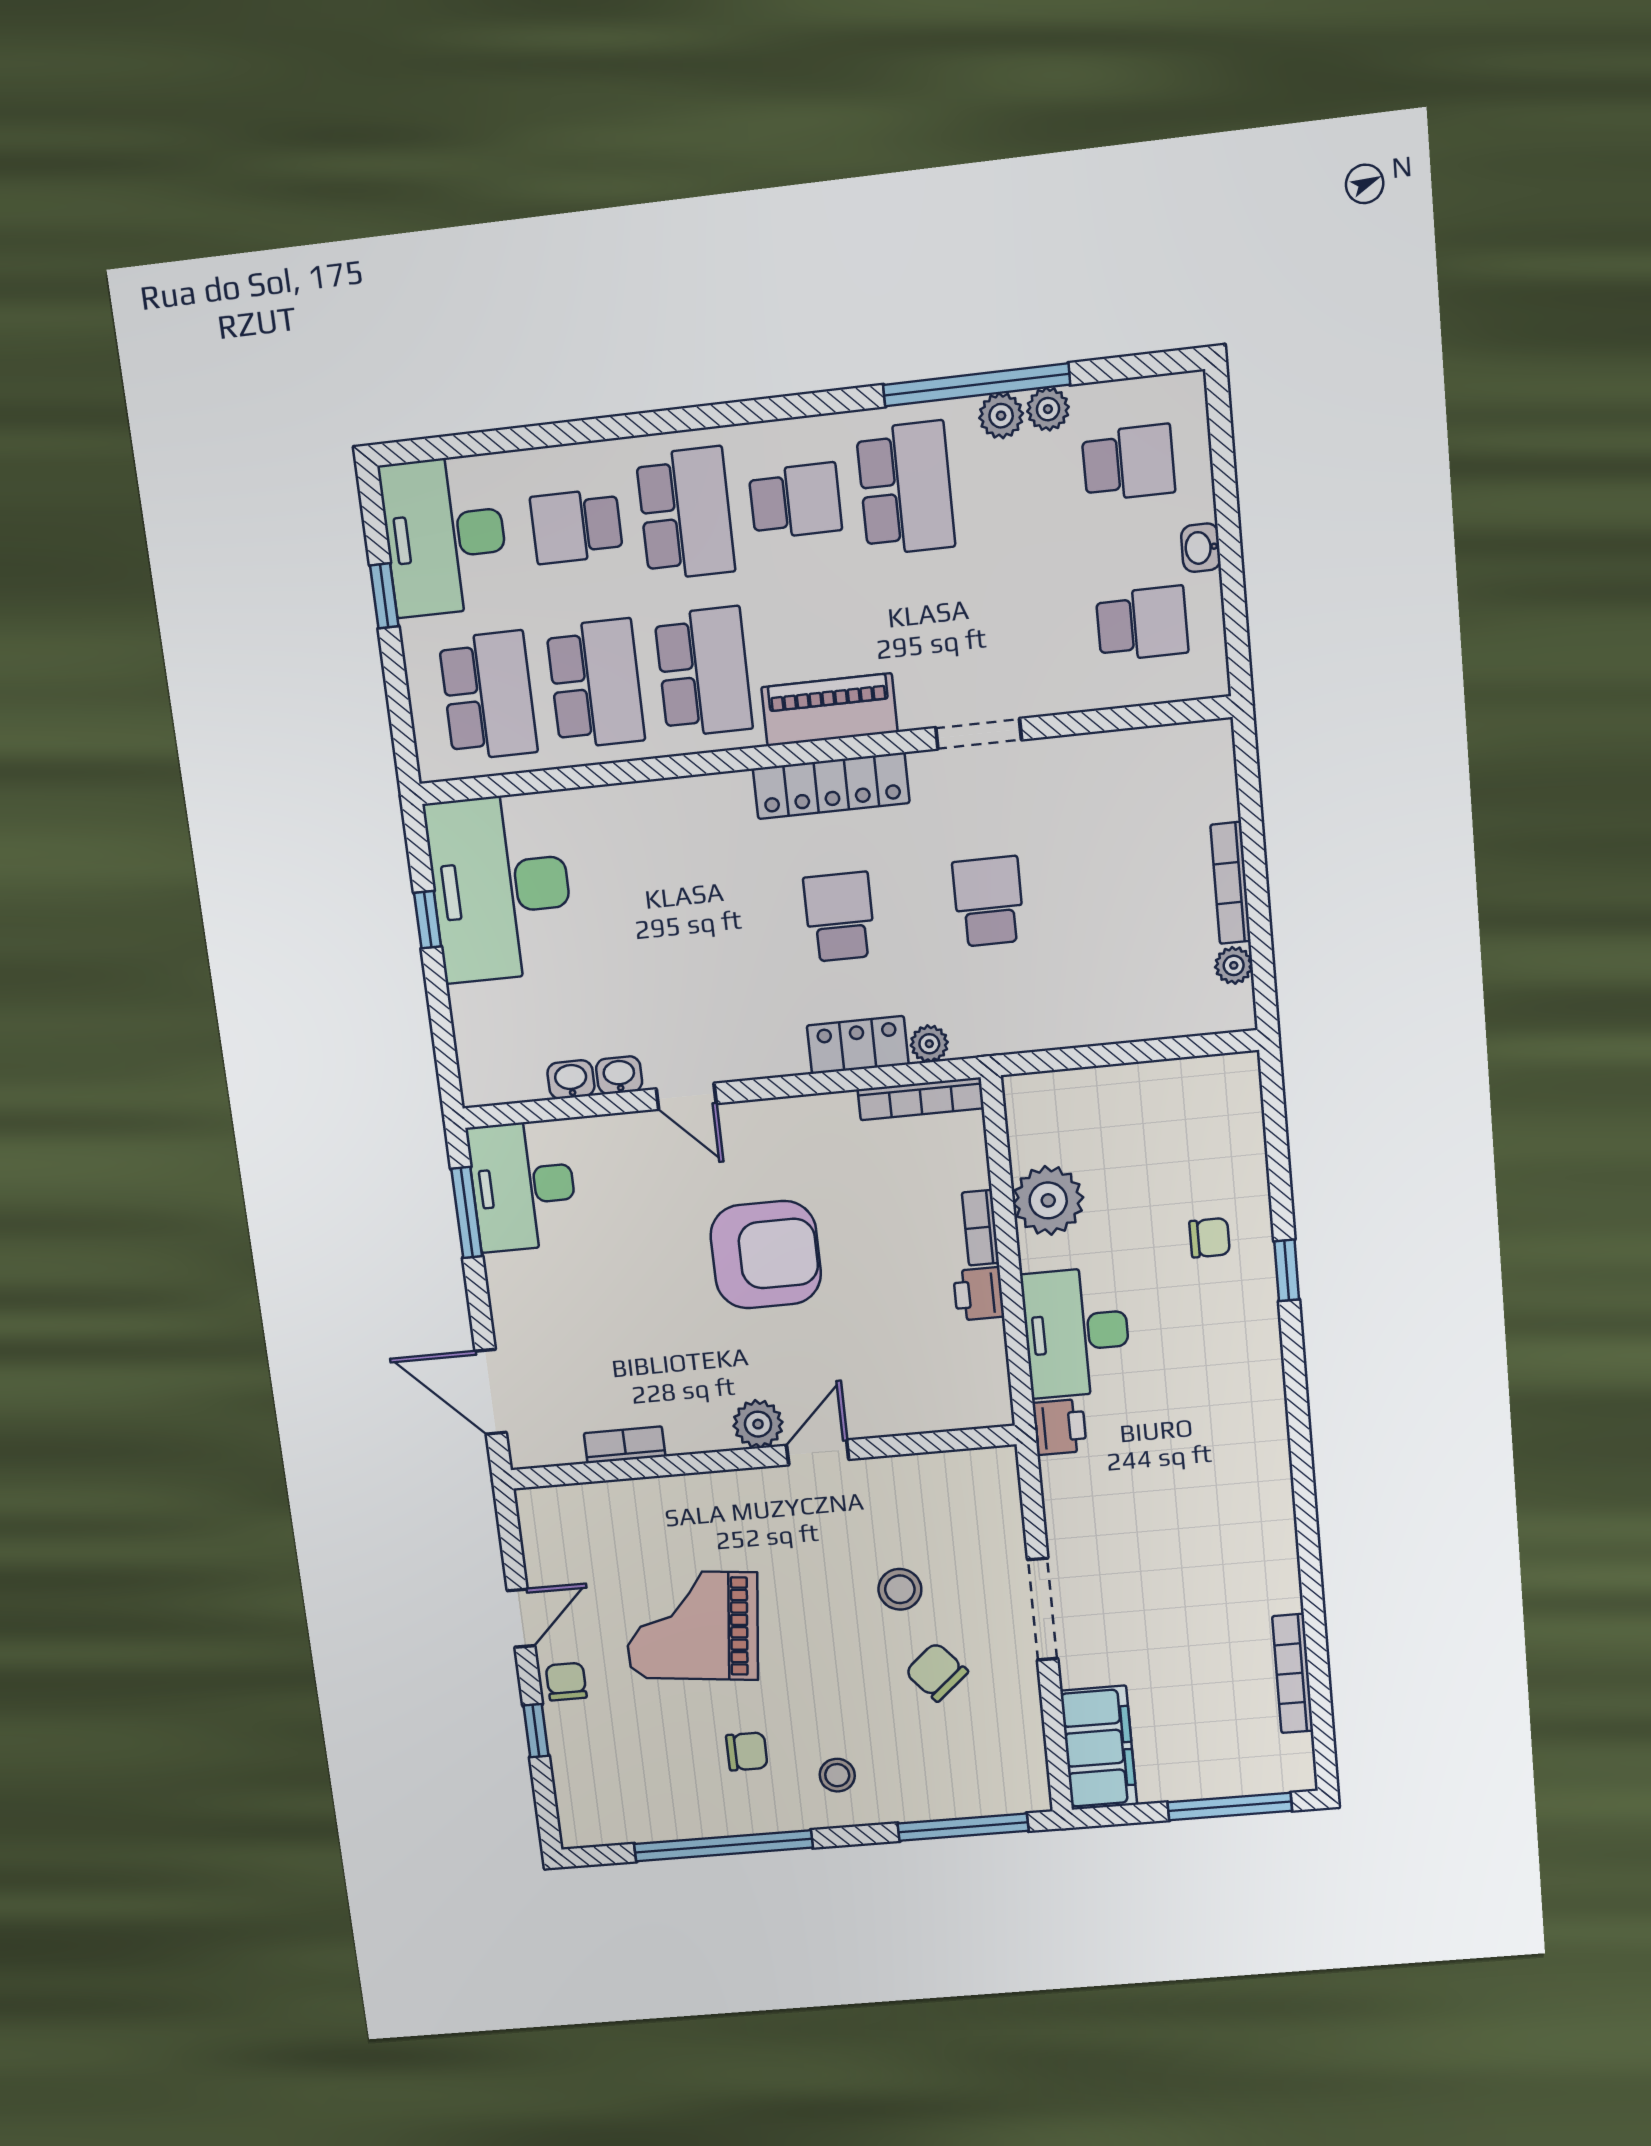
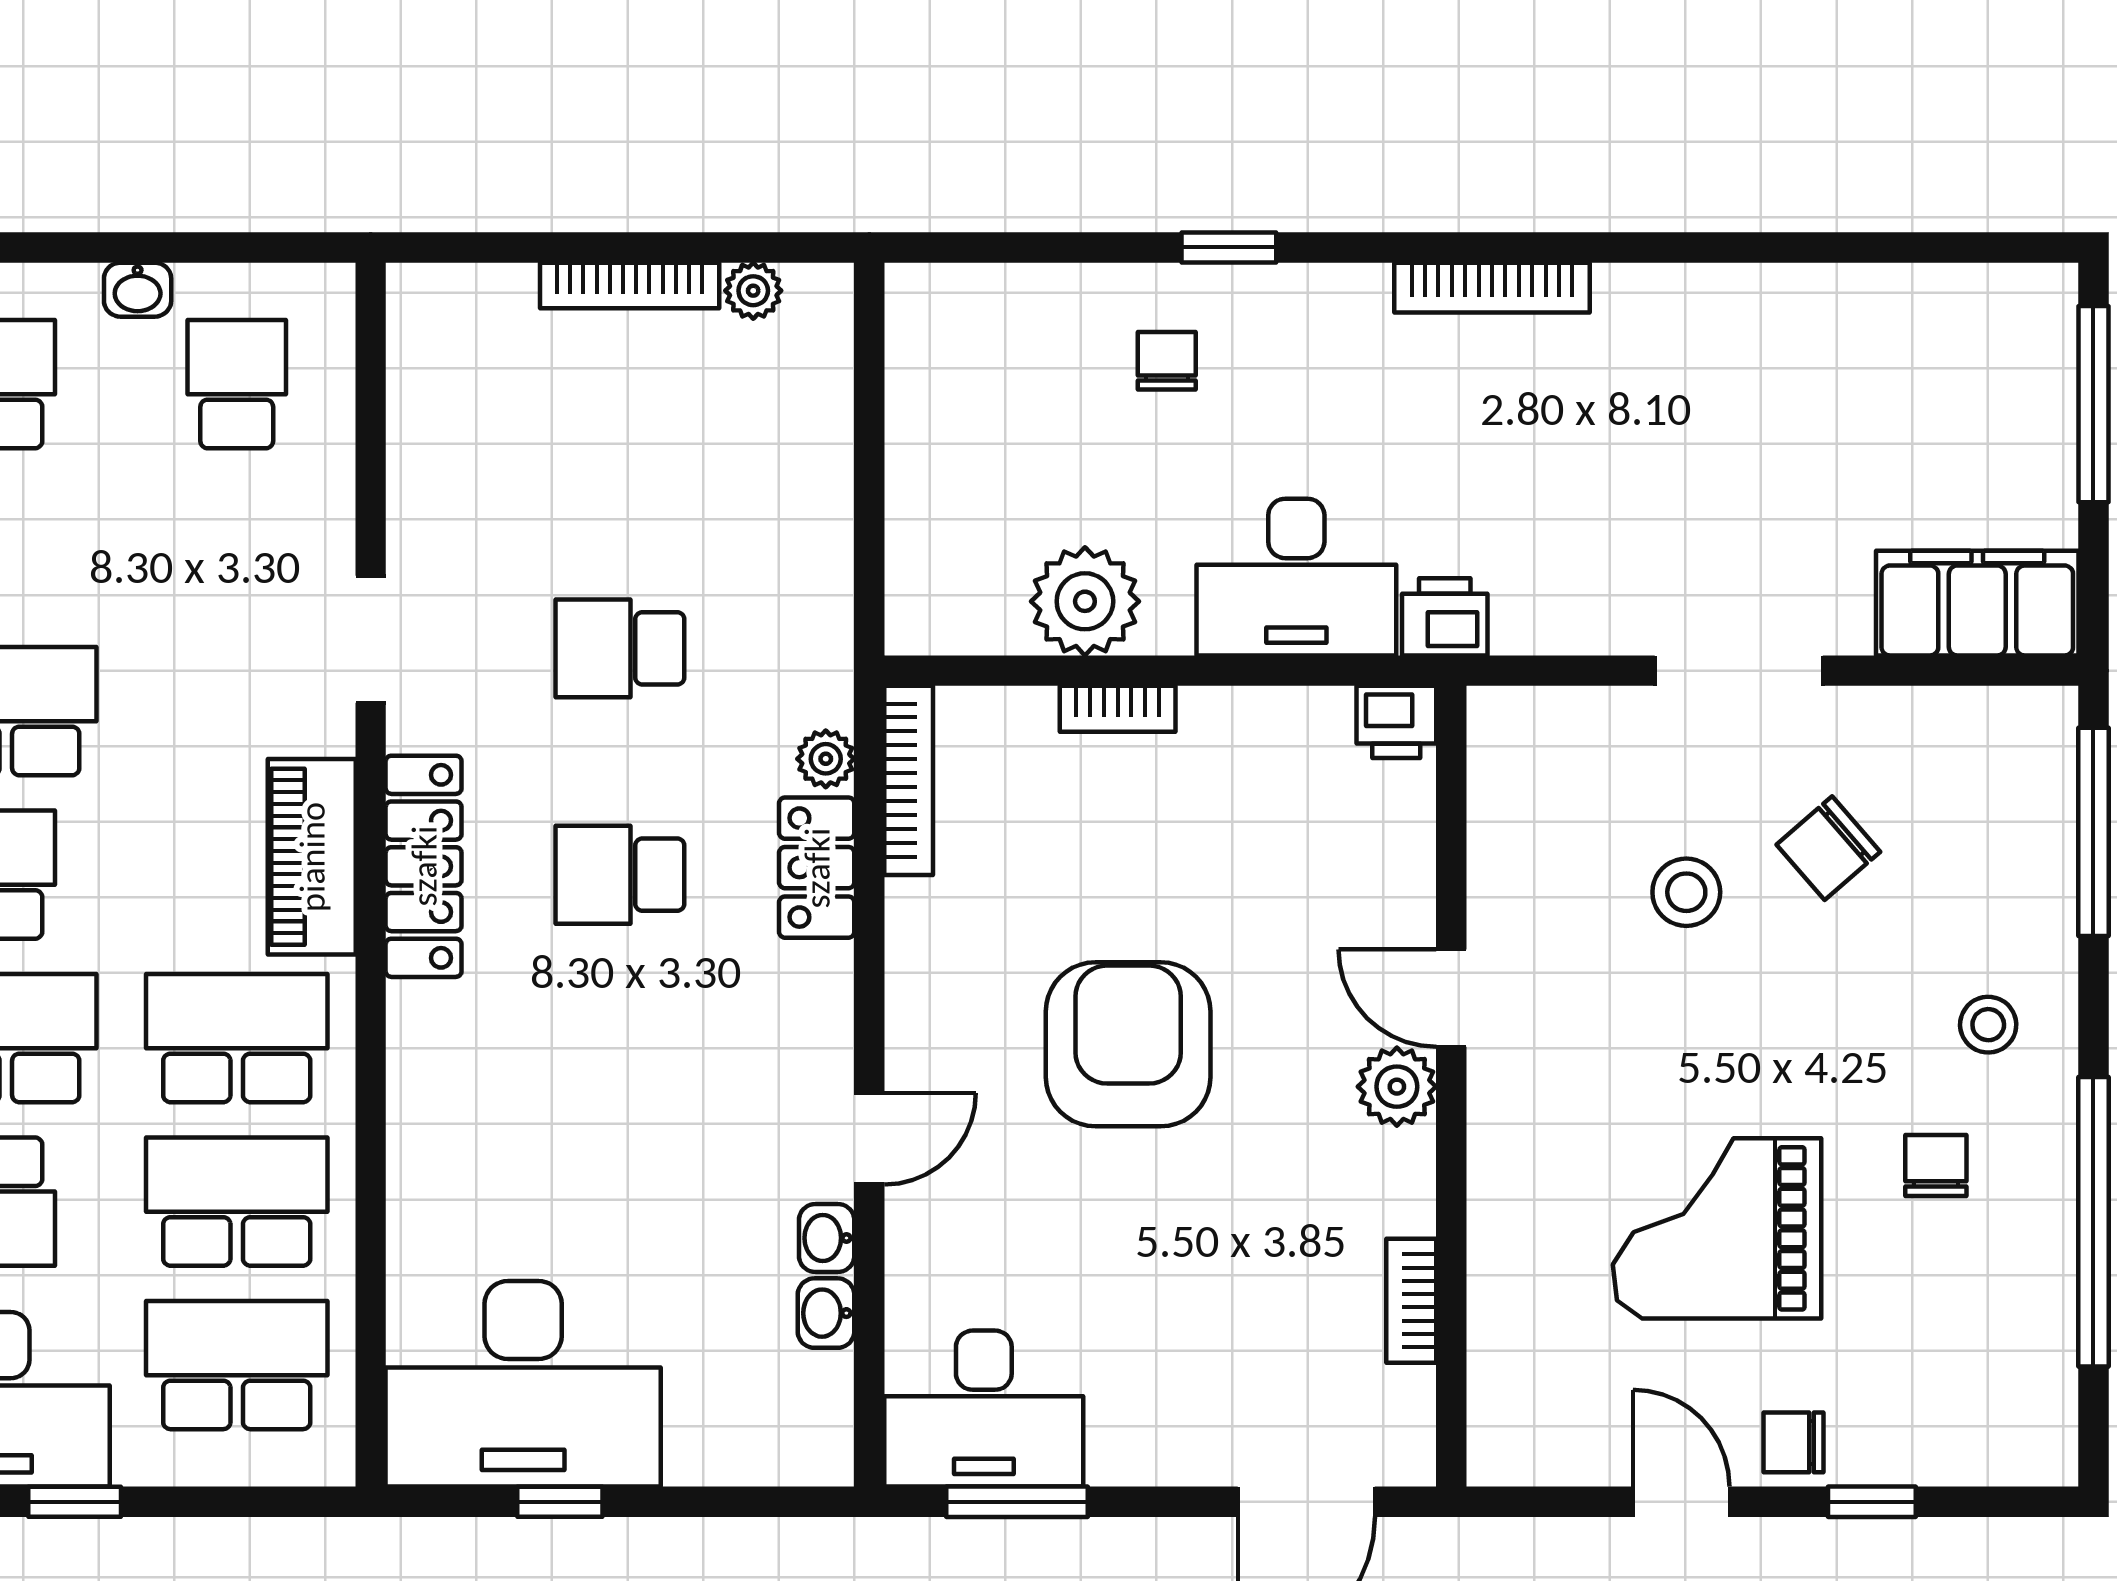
printer: (979, 1294) -> (1396, 722), moved
grand piano: (692, 1625) -> (1717, 1228), turned 84
bookcase: (1293, 1674) -> (1492, 288), moved

